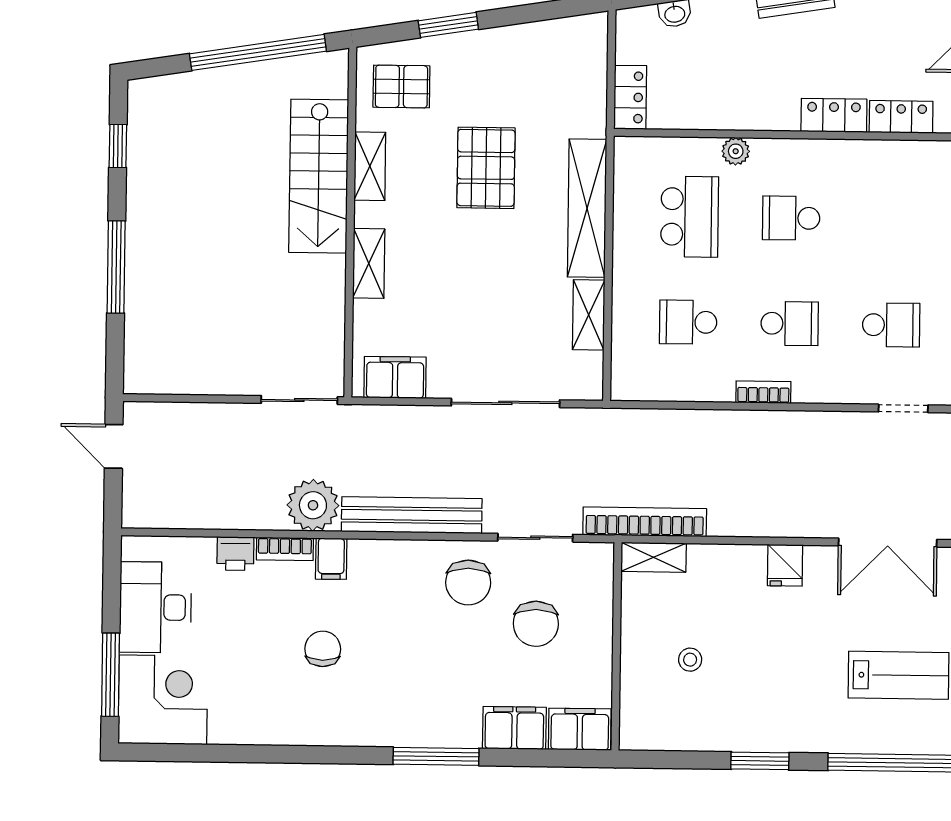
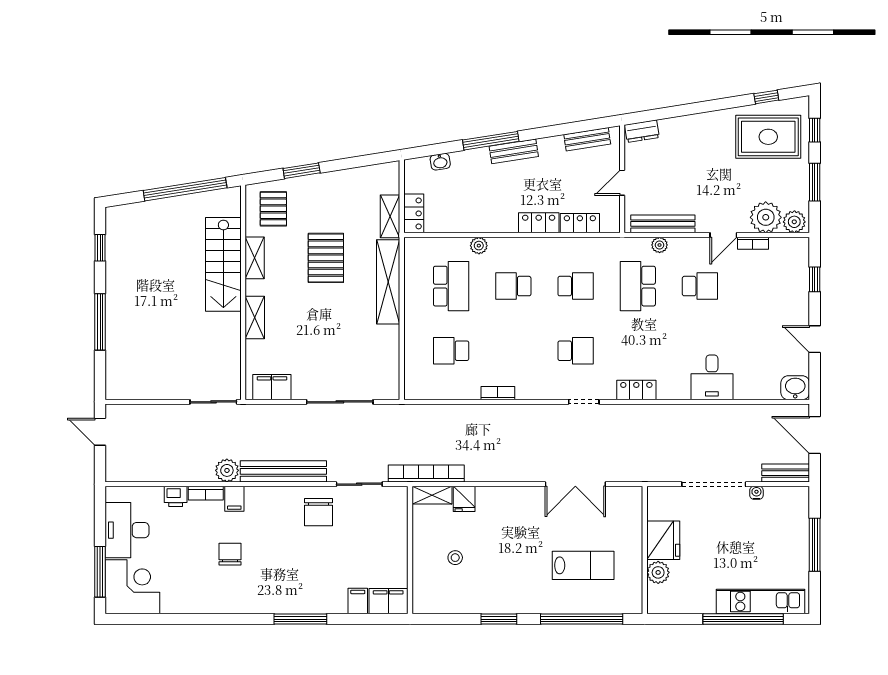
pallet: (401, 87) -> (273, 209), turned 90
shelving: (589, 315) -> (390, 216), moved
school desk: (790, 324) -> (576, 286), moved
plant: (313, 505) -> (227, 470), width x0.73, depth x0.73
fridge: (785, 565) -> (464, 499), moved
chair: (536, 624) -> (360, 537), removed
filing cabinet: (514, 728) -> (358, 601), width x0.50

